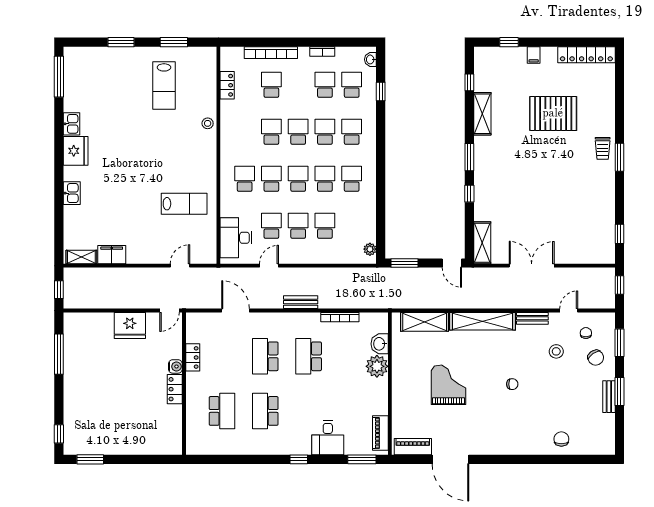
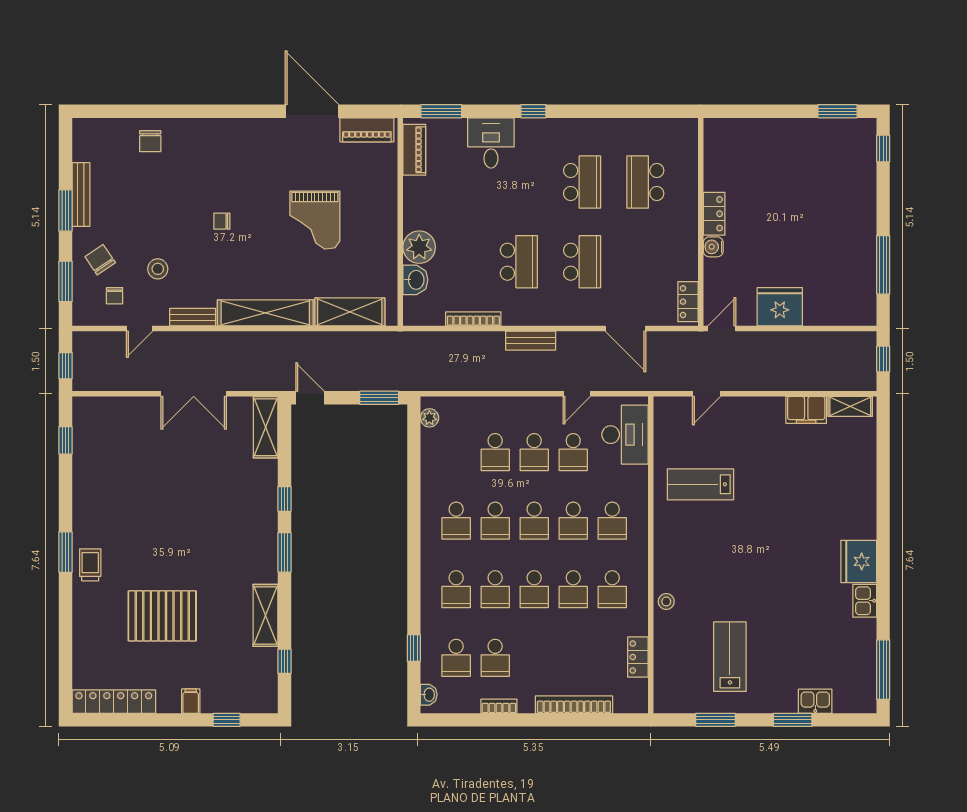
school desk: (271, 85) -> (612, 589), moved
kitchen sink: (72, 193) -> (815, 701), moved, turned 90
locker: (193, 357) -> (688, 302), moved
bench: (609, 397) -> (81, 194), width x1.36

